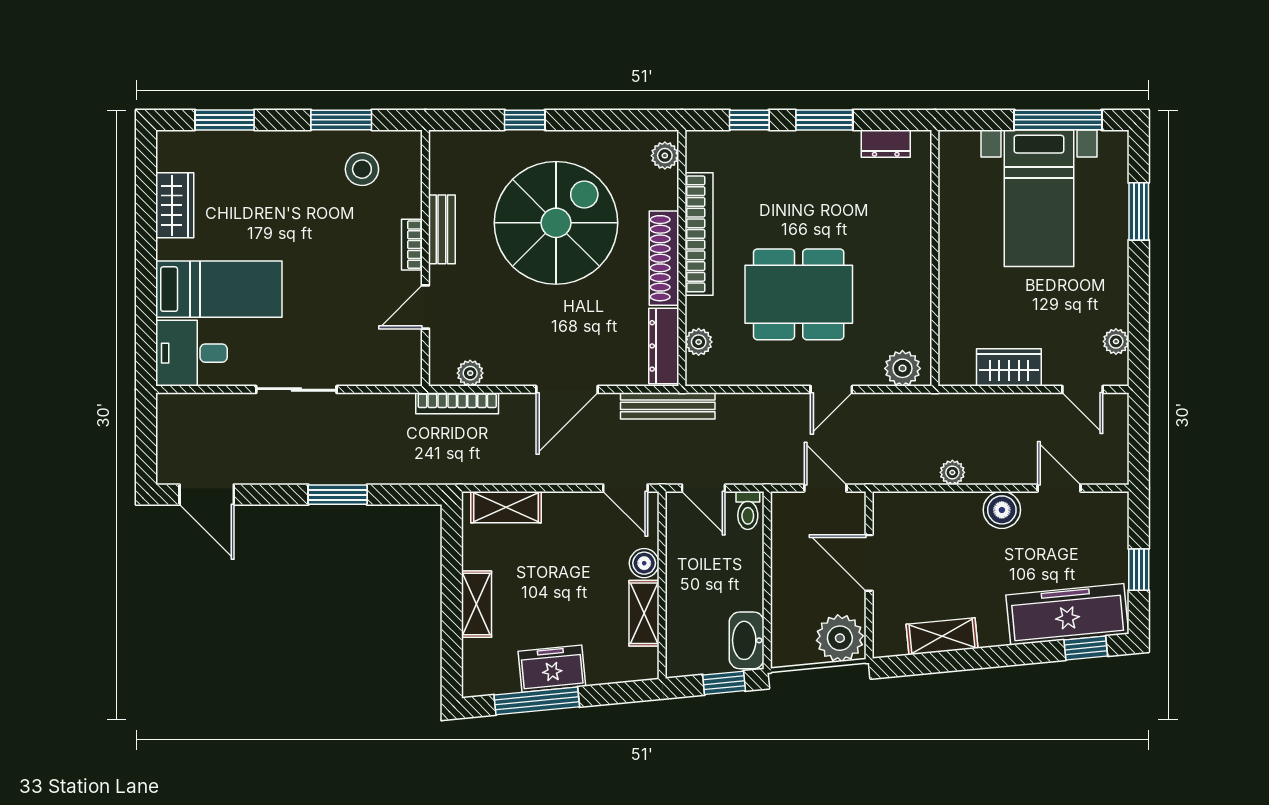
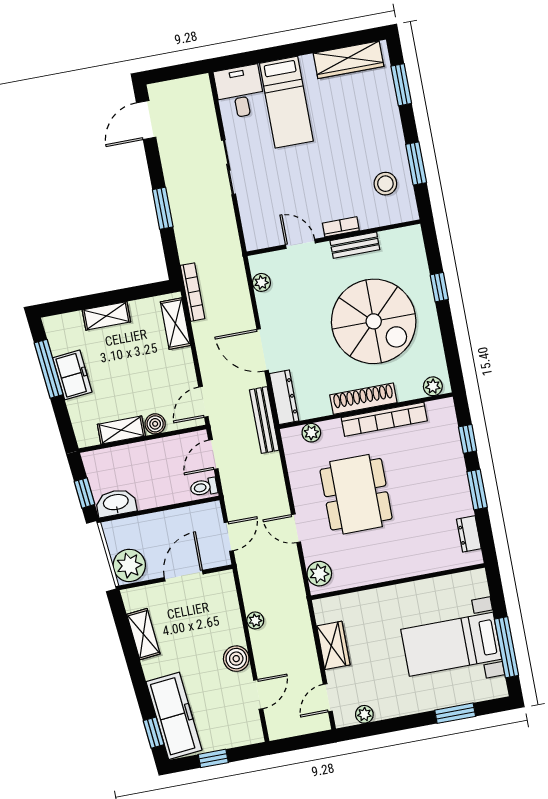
wardrobe: (175, 205) -> (348, 60), width x1.50
dresser: (664, 346) -> (284, 397), moved, turned 90
bookcase: (457, 403) -> (193, 292), moved, turned 180

